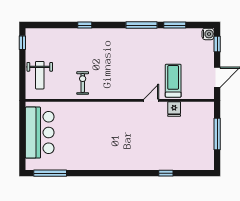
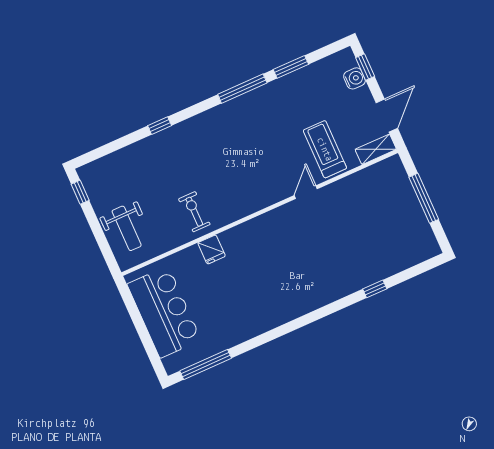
water cooler: (208, 34) -> (354, 78), moved
shelving: (202, 94) -> (376, 149), added
fridge: (174, 109) -> (212, 249), moved

